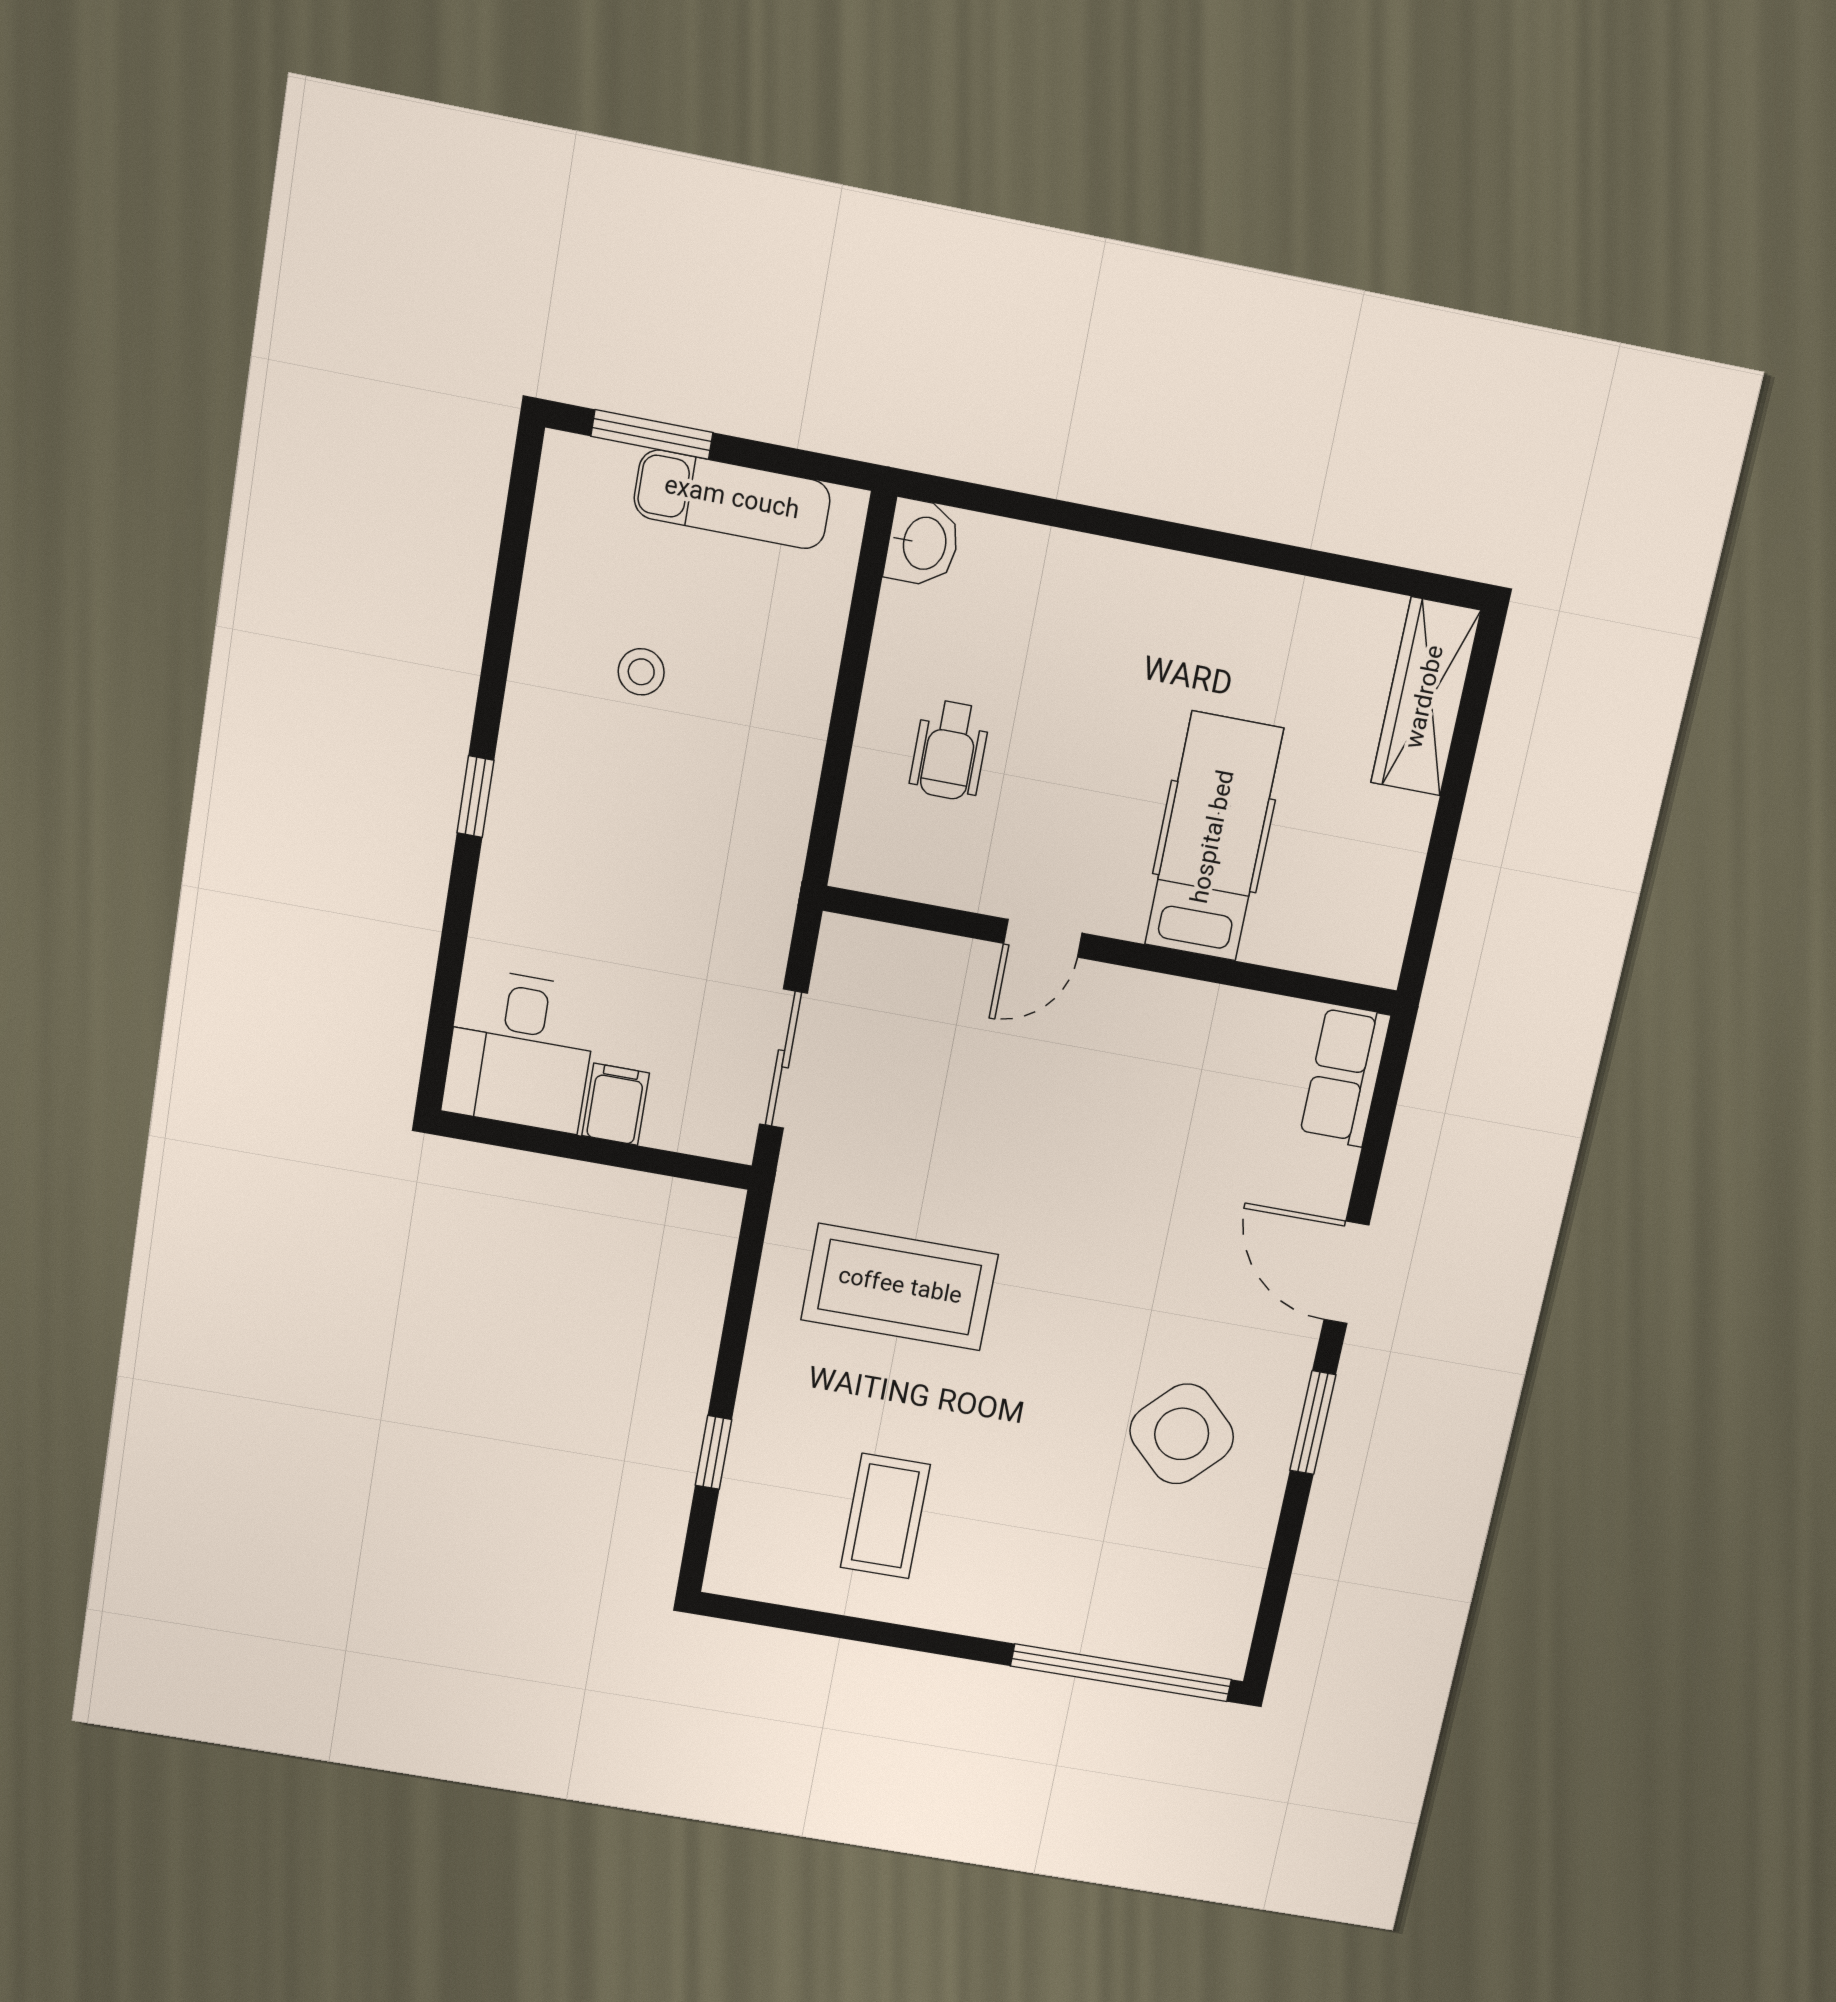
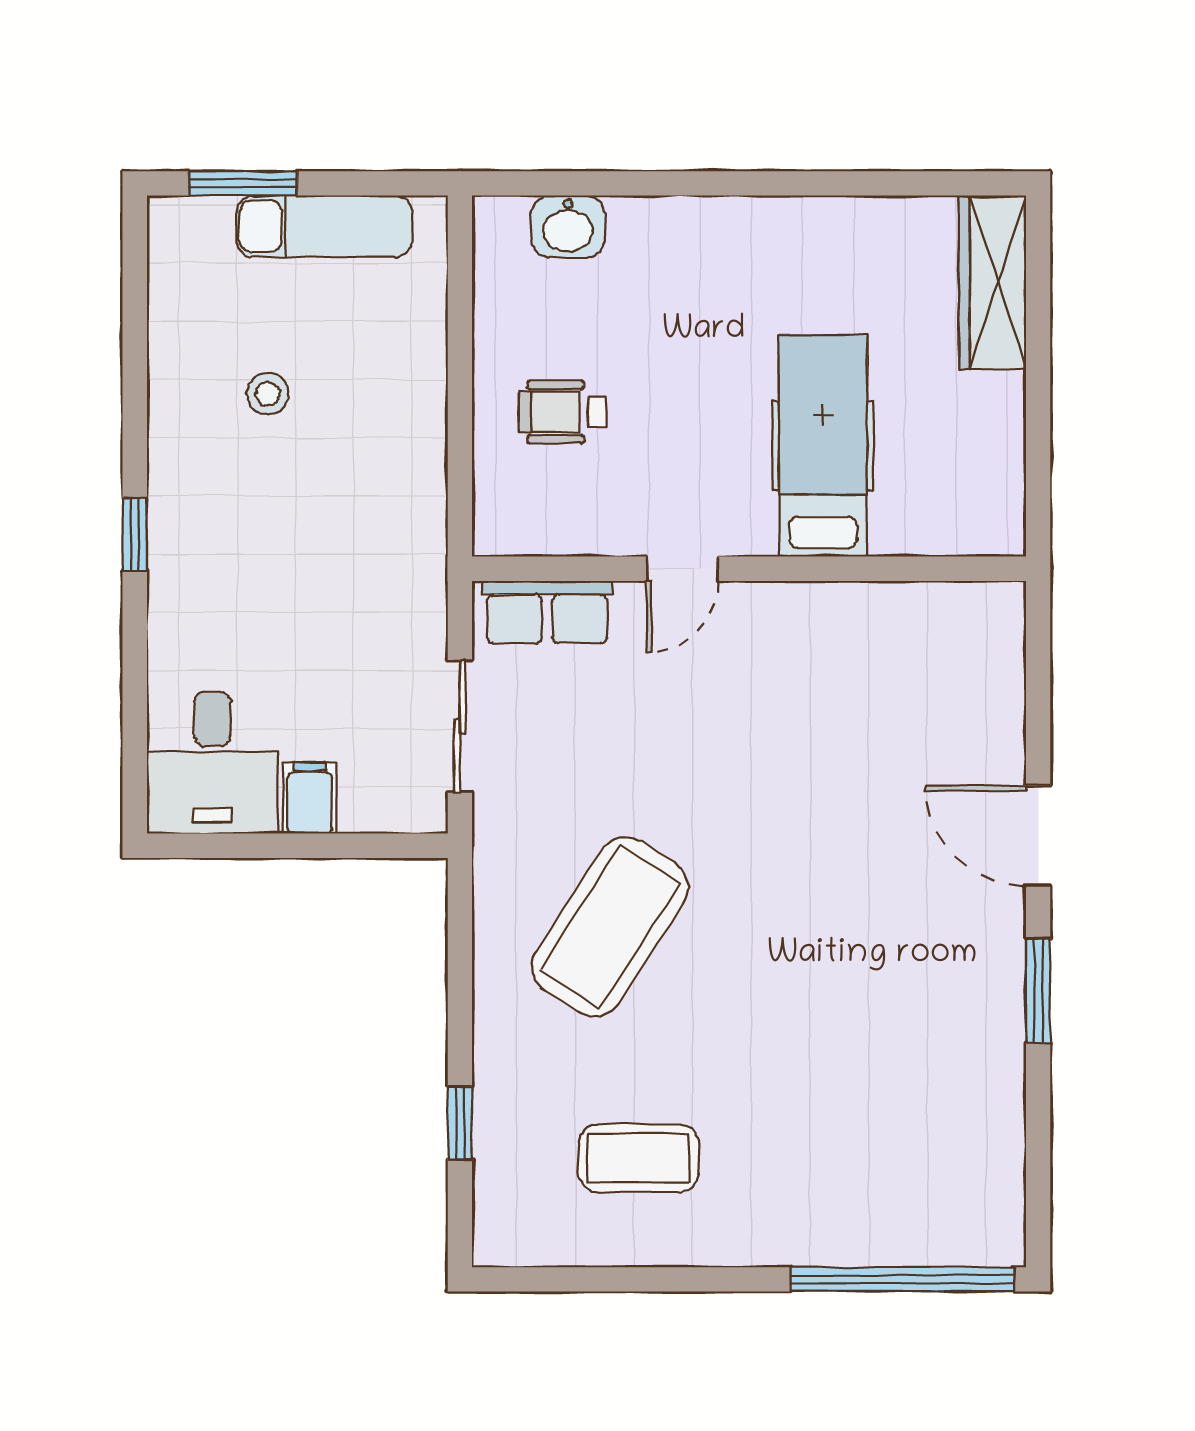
washbasin: (923, 543) -> (568, 226), moved, turned 90
wheelchair: (950, 750) -> (562, 412), turned 90
row of seats: (1345, 1076) -> (547, 612), moved, turned -90
coffee table: (900, 1287) -> (610, 927), turned -57
side table: (1182, 1434) -> (912, 1024), removed
coffee table: (885, 1516) -> (638, 1158), turned 90

